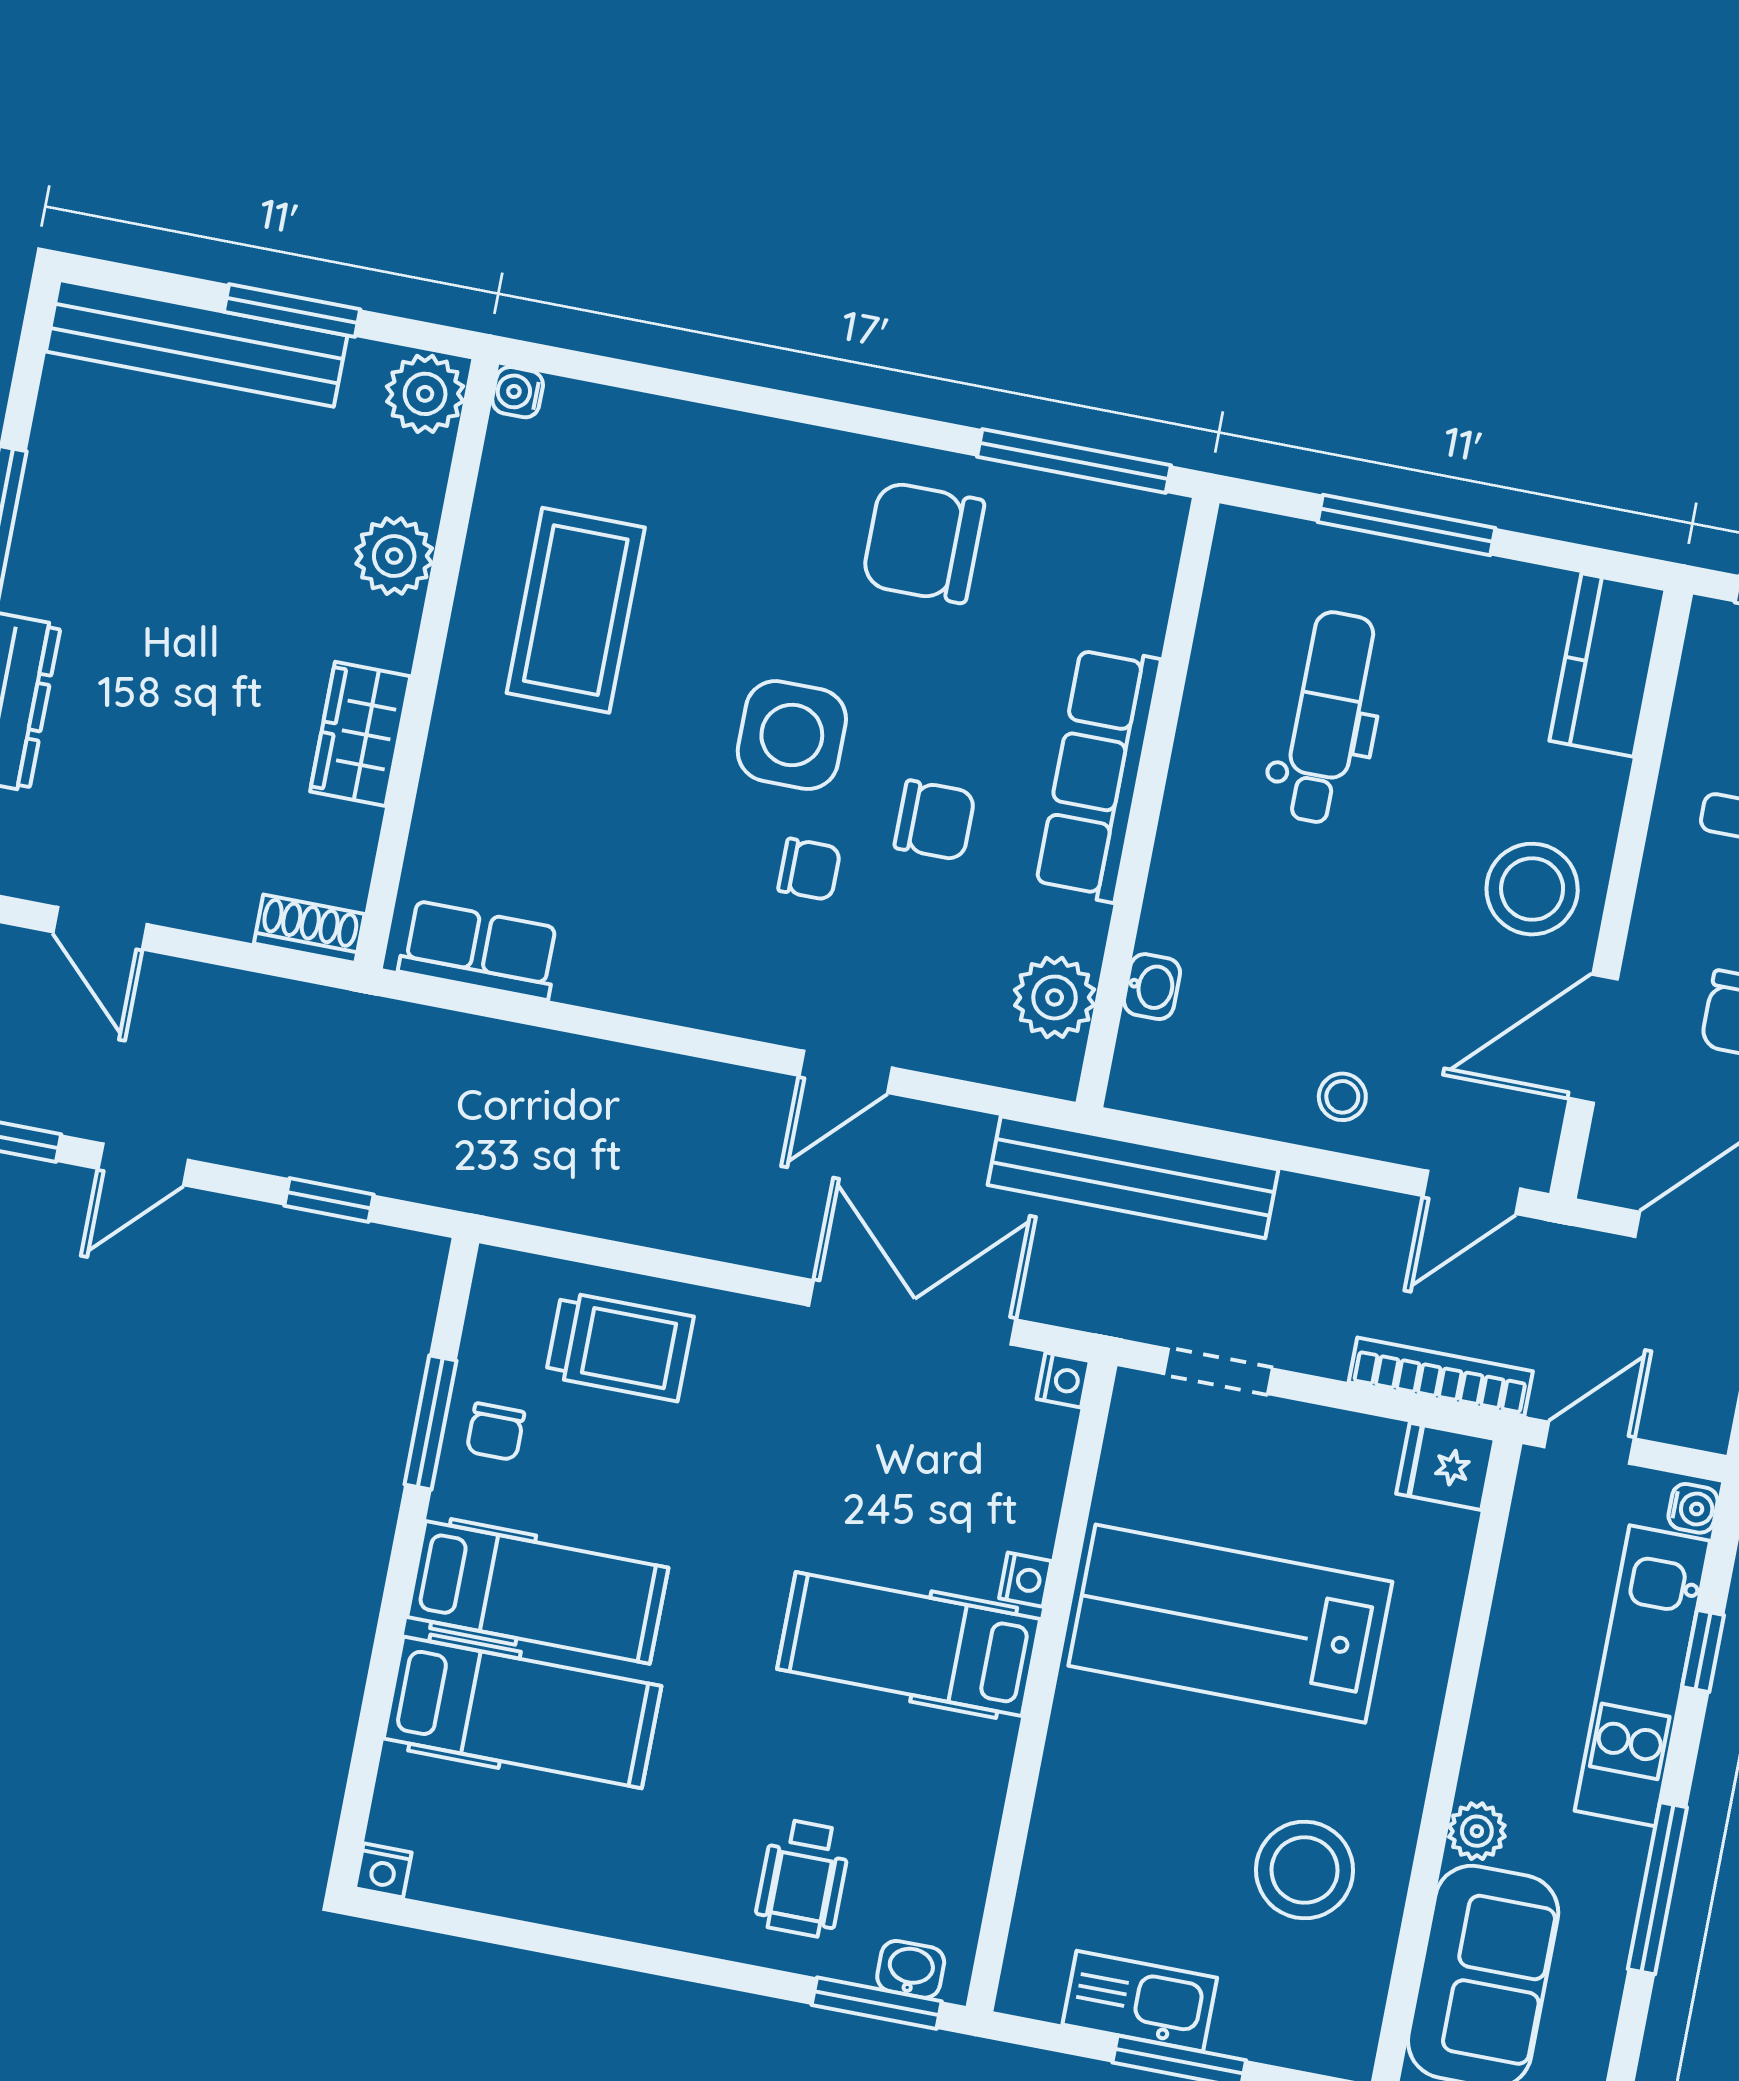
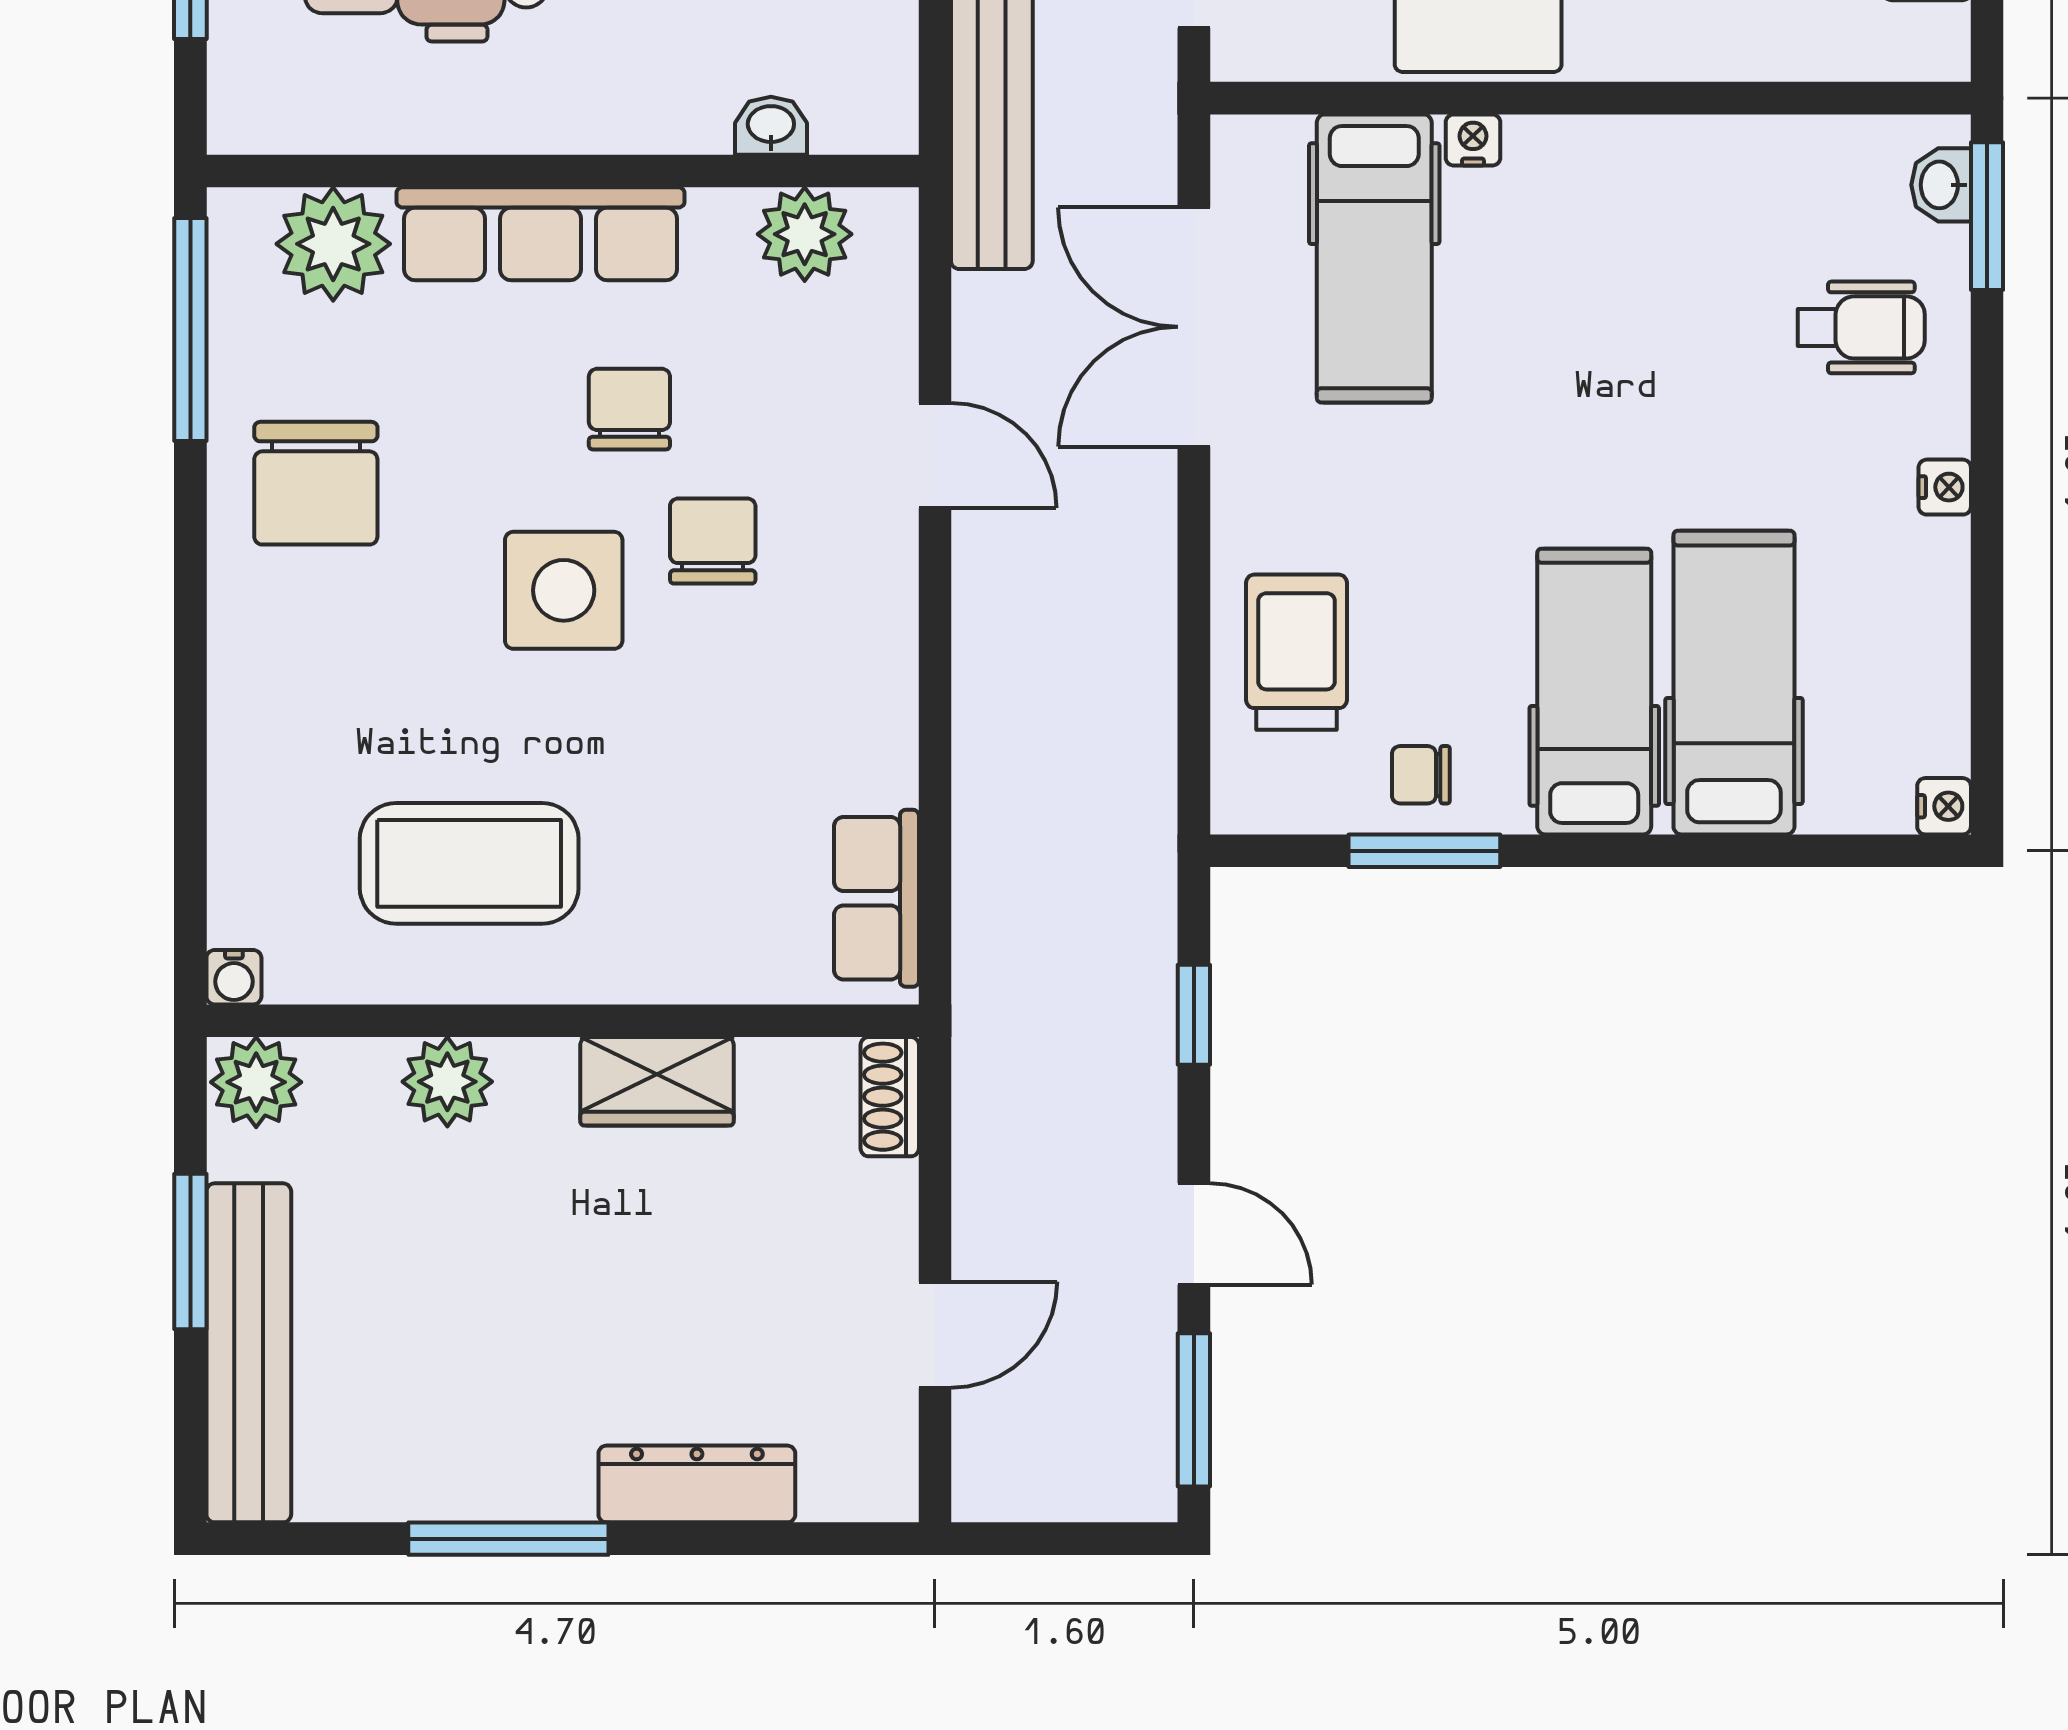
plant: (1123, 596) -> (333, 244), added
chair: (809, 869) -> (713, 541), width x1.37, depth x1.37
nightstand: (1063, 1380) -> (1945, 487), moved, turned 90
chair: (495, 1432) -> (1421, 775), turned 180
hospital bed: (909, 1644) -> (1374, 258), moved

